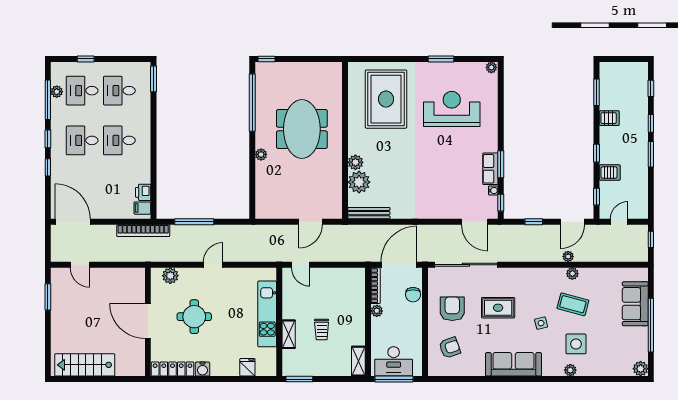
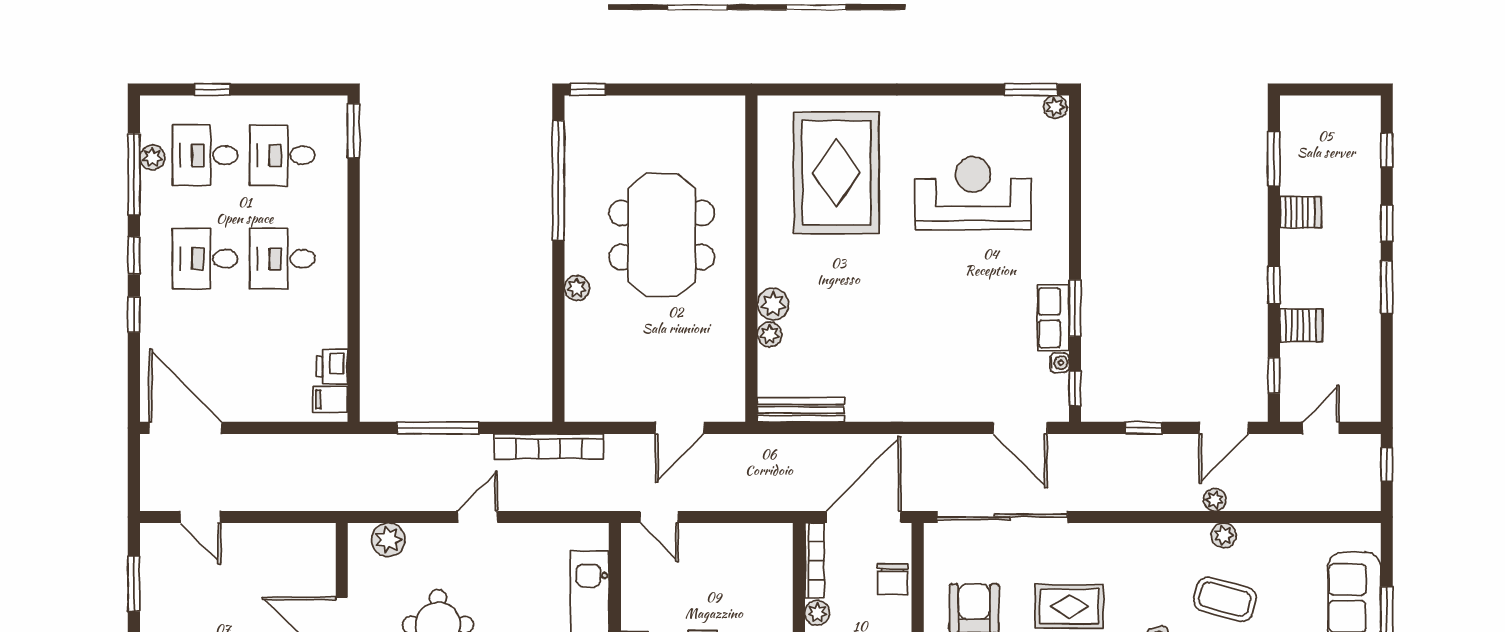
window: (441, 59) -> (1031, 89), moved
plant: (359, 182) -> (770, 335), width x0.53, depth x0.53
bookcase: (143, 231) -> (549, 446), moved

